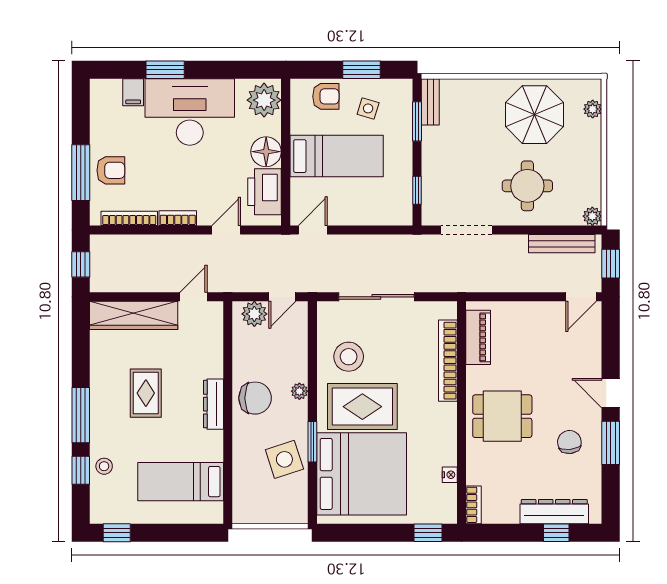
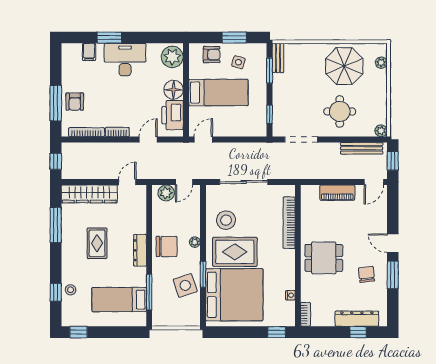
desk: (190, 112) -> (125, 60), width x0.73, depth x0.77
armchair: (111, 170) -> (75, 102), turned 90
piano: (478, 337) -> (337, 193), moved, turned 90
window: (81, 415) -> (56, 225), moved
window: (228, 470) -> (149, 292), added

